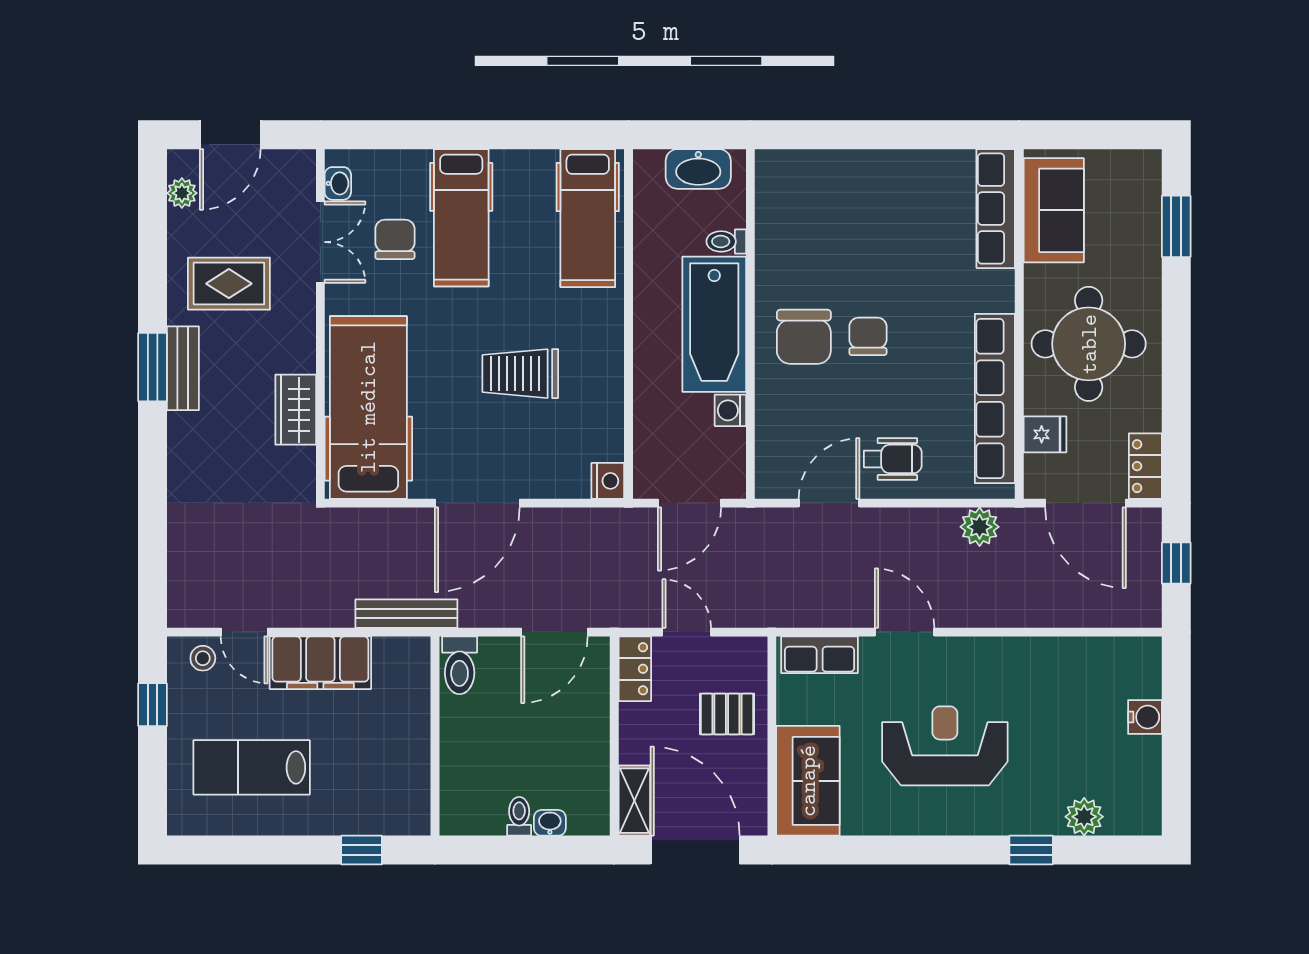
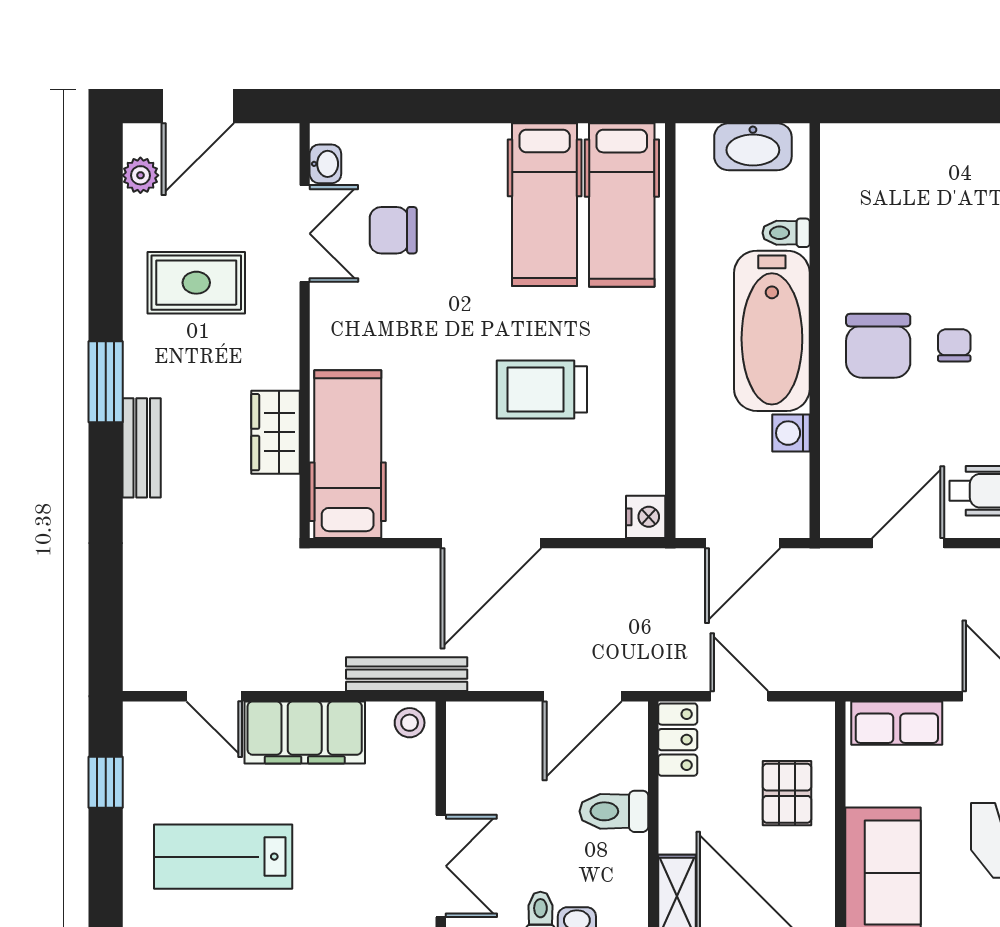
hospital bed: (461, 218) -> (545, 205), moved
chair: (395, 239) -> (393, 230), turned -90
chair: (868, 336) -> (954, 345), width x0.73, depth x0.73
bench: (183, 368) -> (142, 448), moved
hospital bed: (368, 407) -> (348, 454), width x0.73, depth x0.78
stool: (203, 658) -> (410, 723), moved
toilet: (460, 665) -> (614, 811), moved, turned 90
pallet: (727, 714) -> (787, 793), turned 90
double door: (435, 775) -> (441, 866), added

